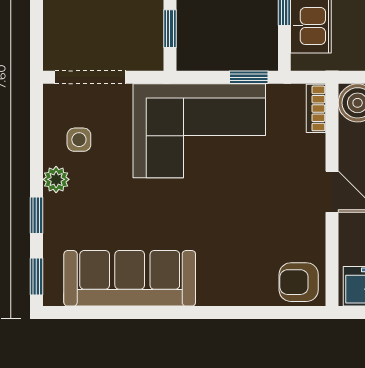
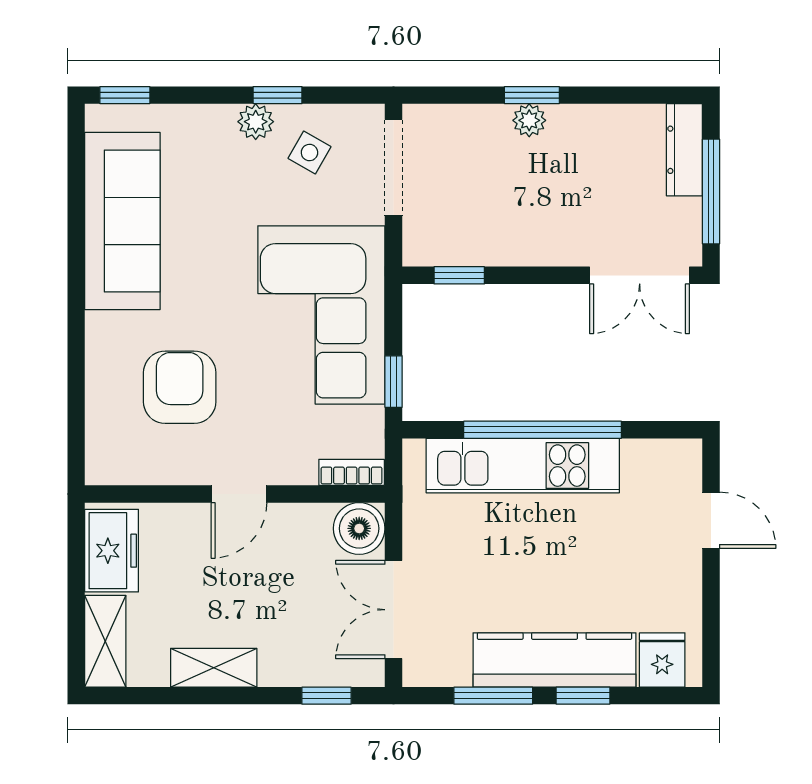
side table: (79, 140) -> (309, 153), turned 30
window: (36, 215) -> (278, 95), moved
armchair: (299, 282) -> (180, 387), moved, width x1.38, depth x1.38

